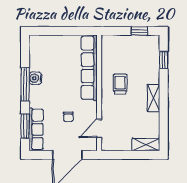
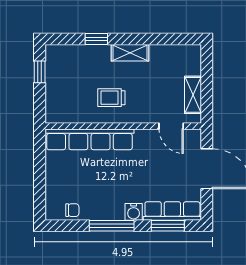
window: (164, 60) -> (96, 39), moved
water cooler: (35, 78) -> (134, 212), moved
chair: (68, 117) -> (72, 210), moved
shelving: (146, 145) -> (193, 95), moved

